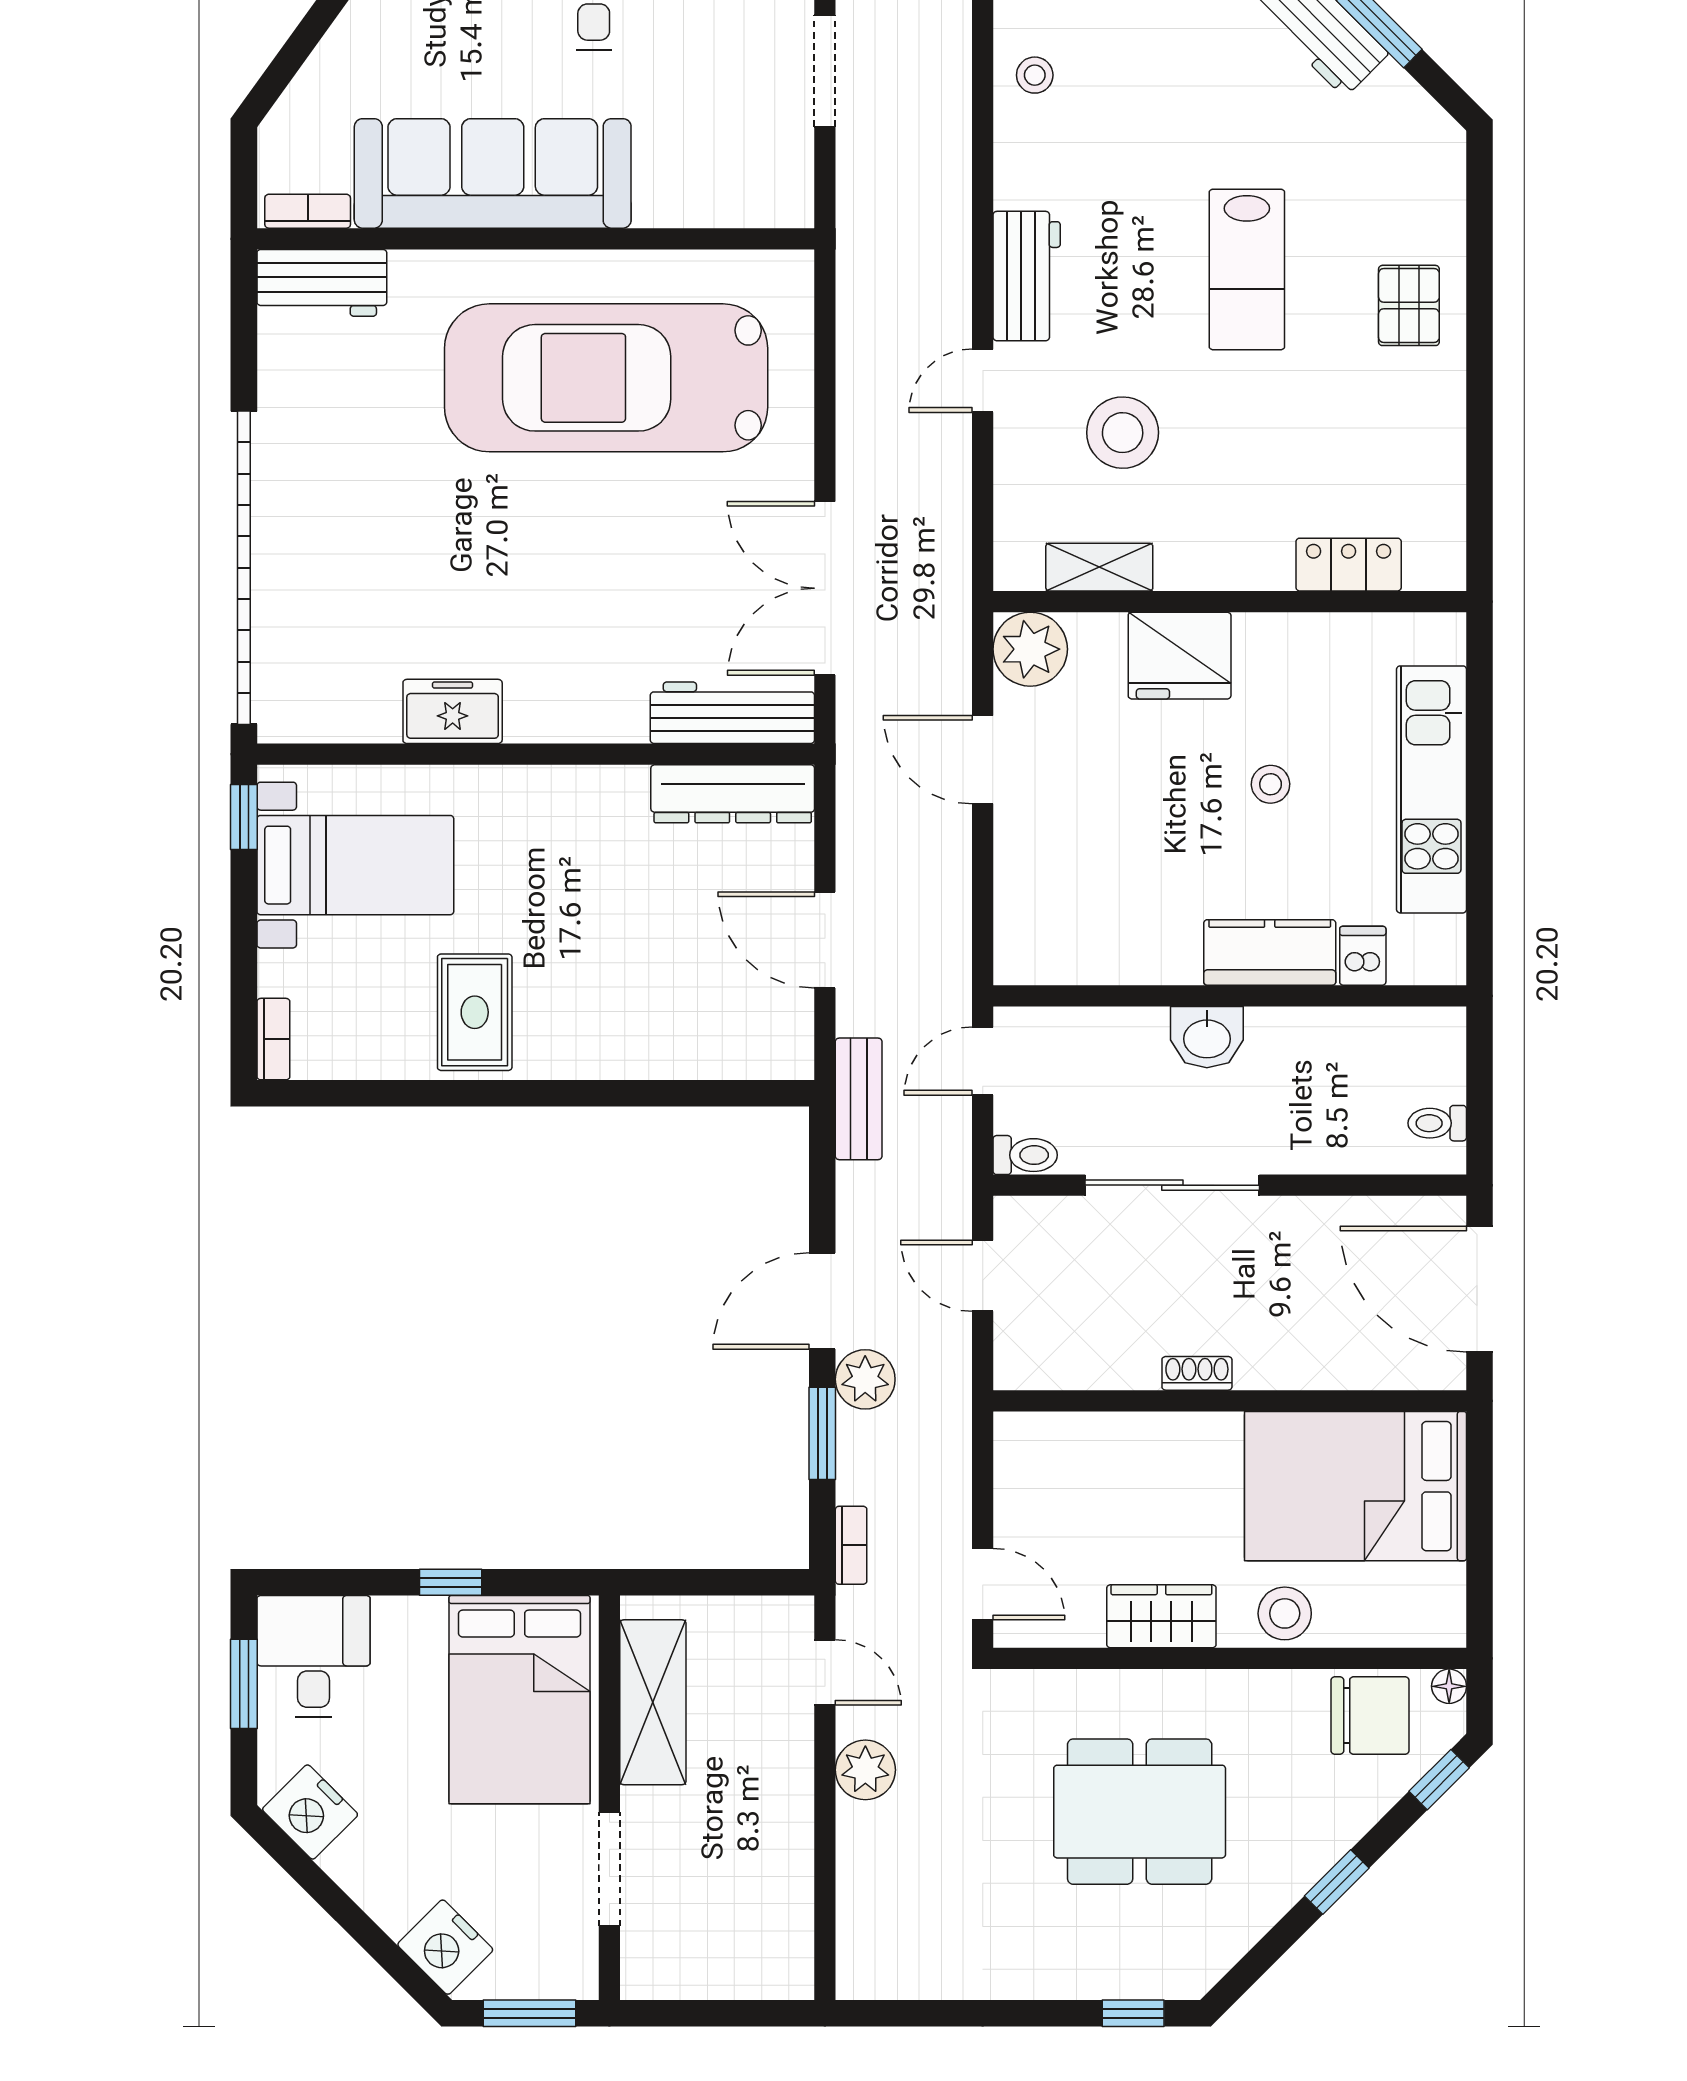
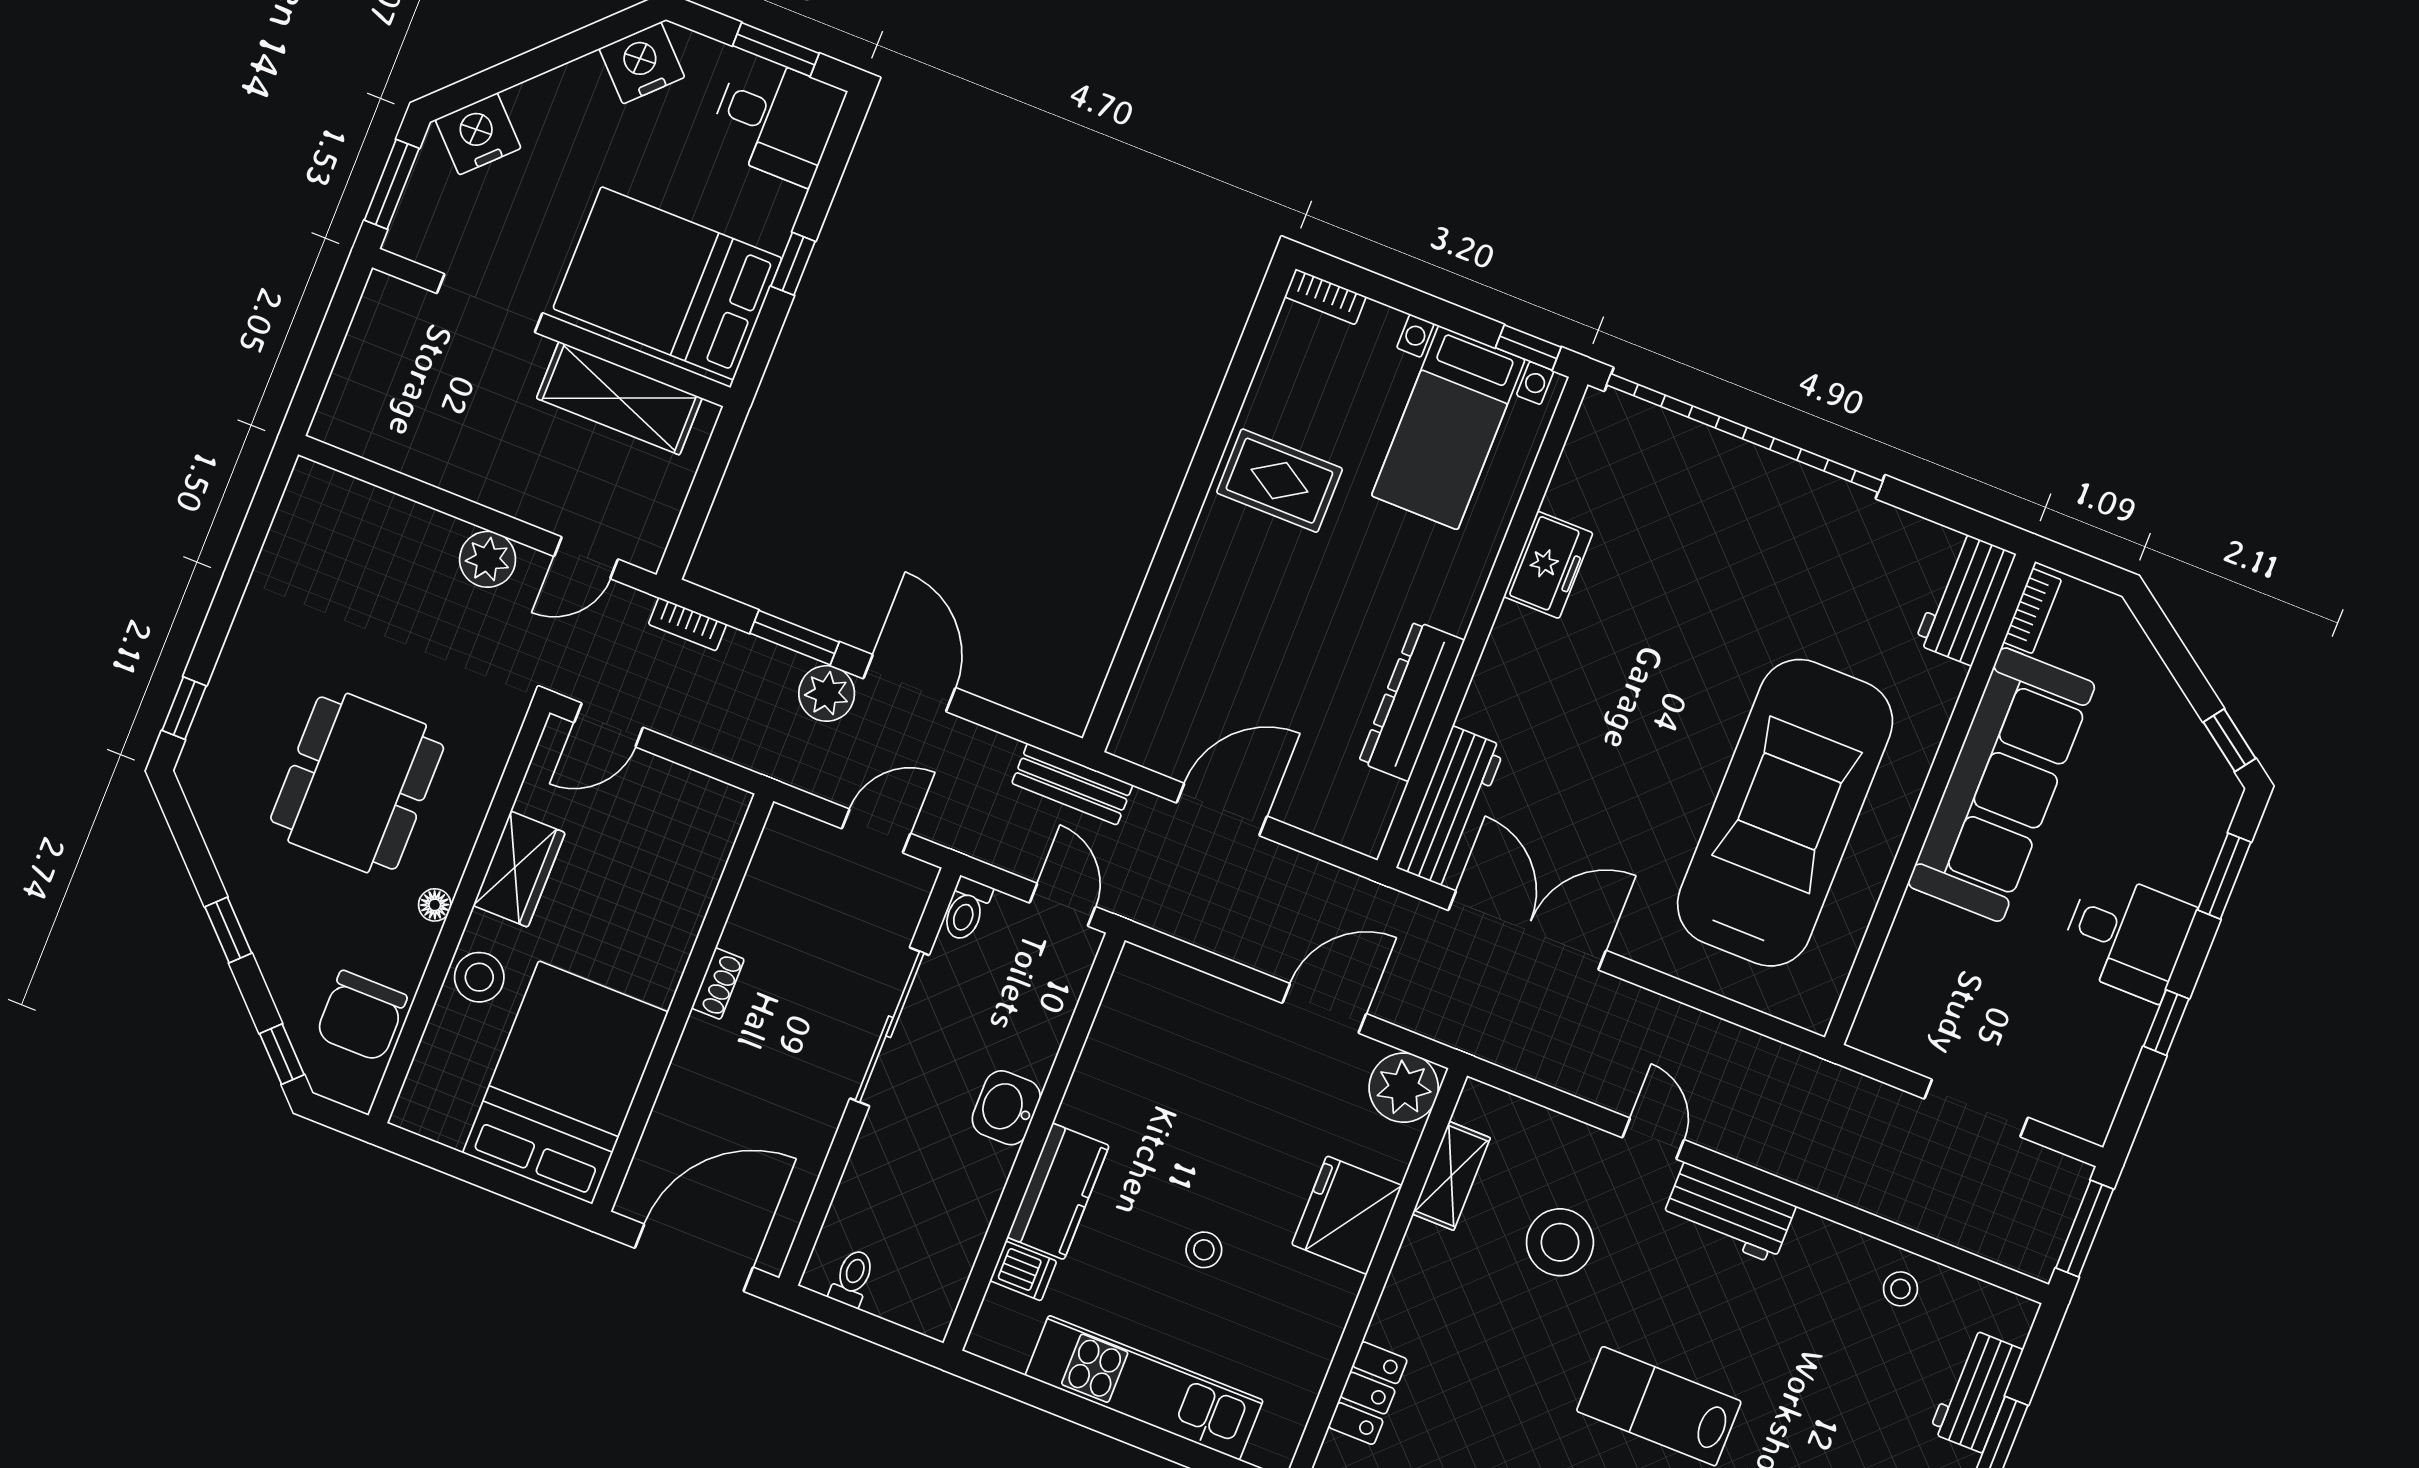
dresser: (733, 794) -> (1412, 701), moved
floor lamp: (1449, 1686) -> (435, 905), moved

